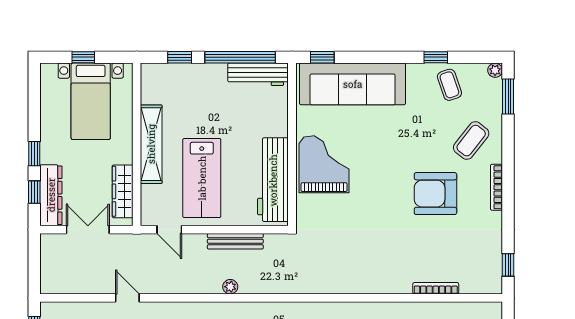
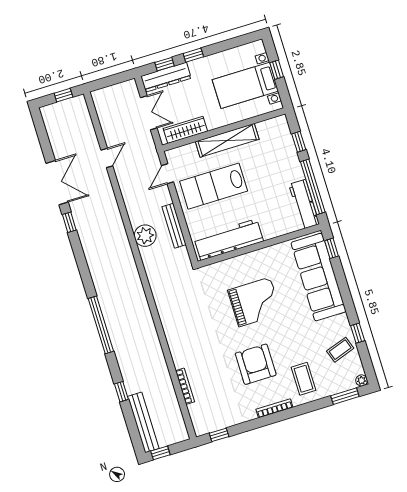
coffee table: (471, 141) -> (303, 379), turned 52
grand piano: (324, 164) -> (255, 302), moved
plant: (230, 287) -> (145, 236), width x1.88, depth x1.88

